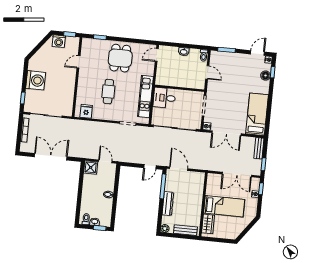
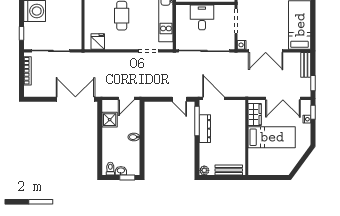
desk: (164, 98) -> (202, 17), moved, turned 90
double door: (51, 157) -> (75, 99), moved
door: (105, 161) -> (126, 98), swing flipped
shower: (91, 167) -> (110, 120), moved
door: (150, 167) -> (179, 99), hinge flipped
dresser: (168, 204) -> (205, 129), moved
wardrobe: (208, 224) -> (255, 114), moved

